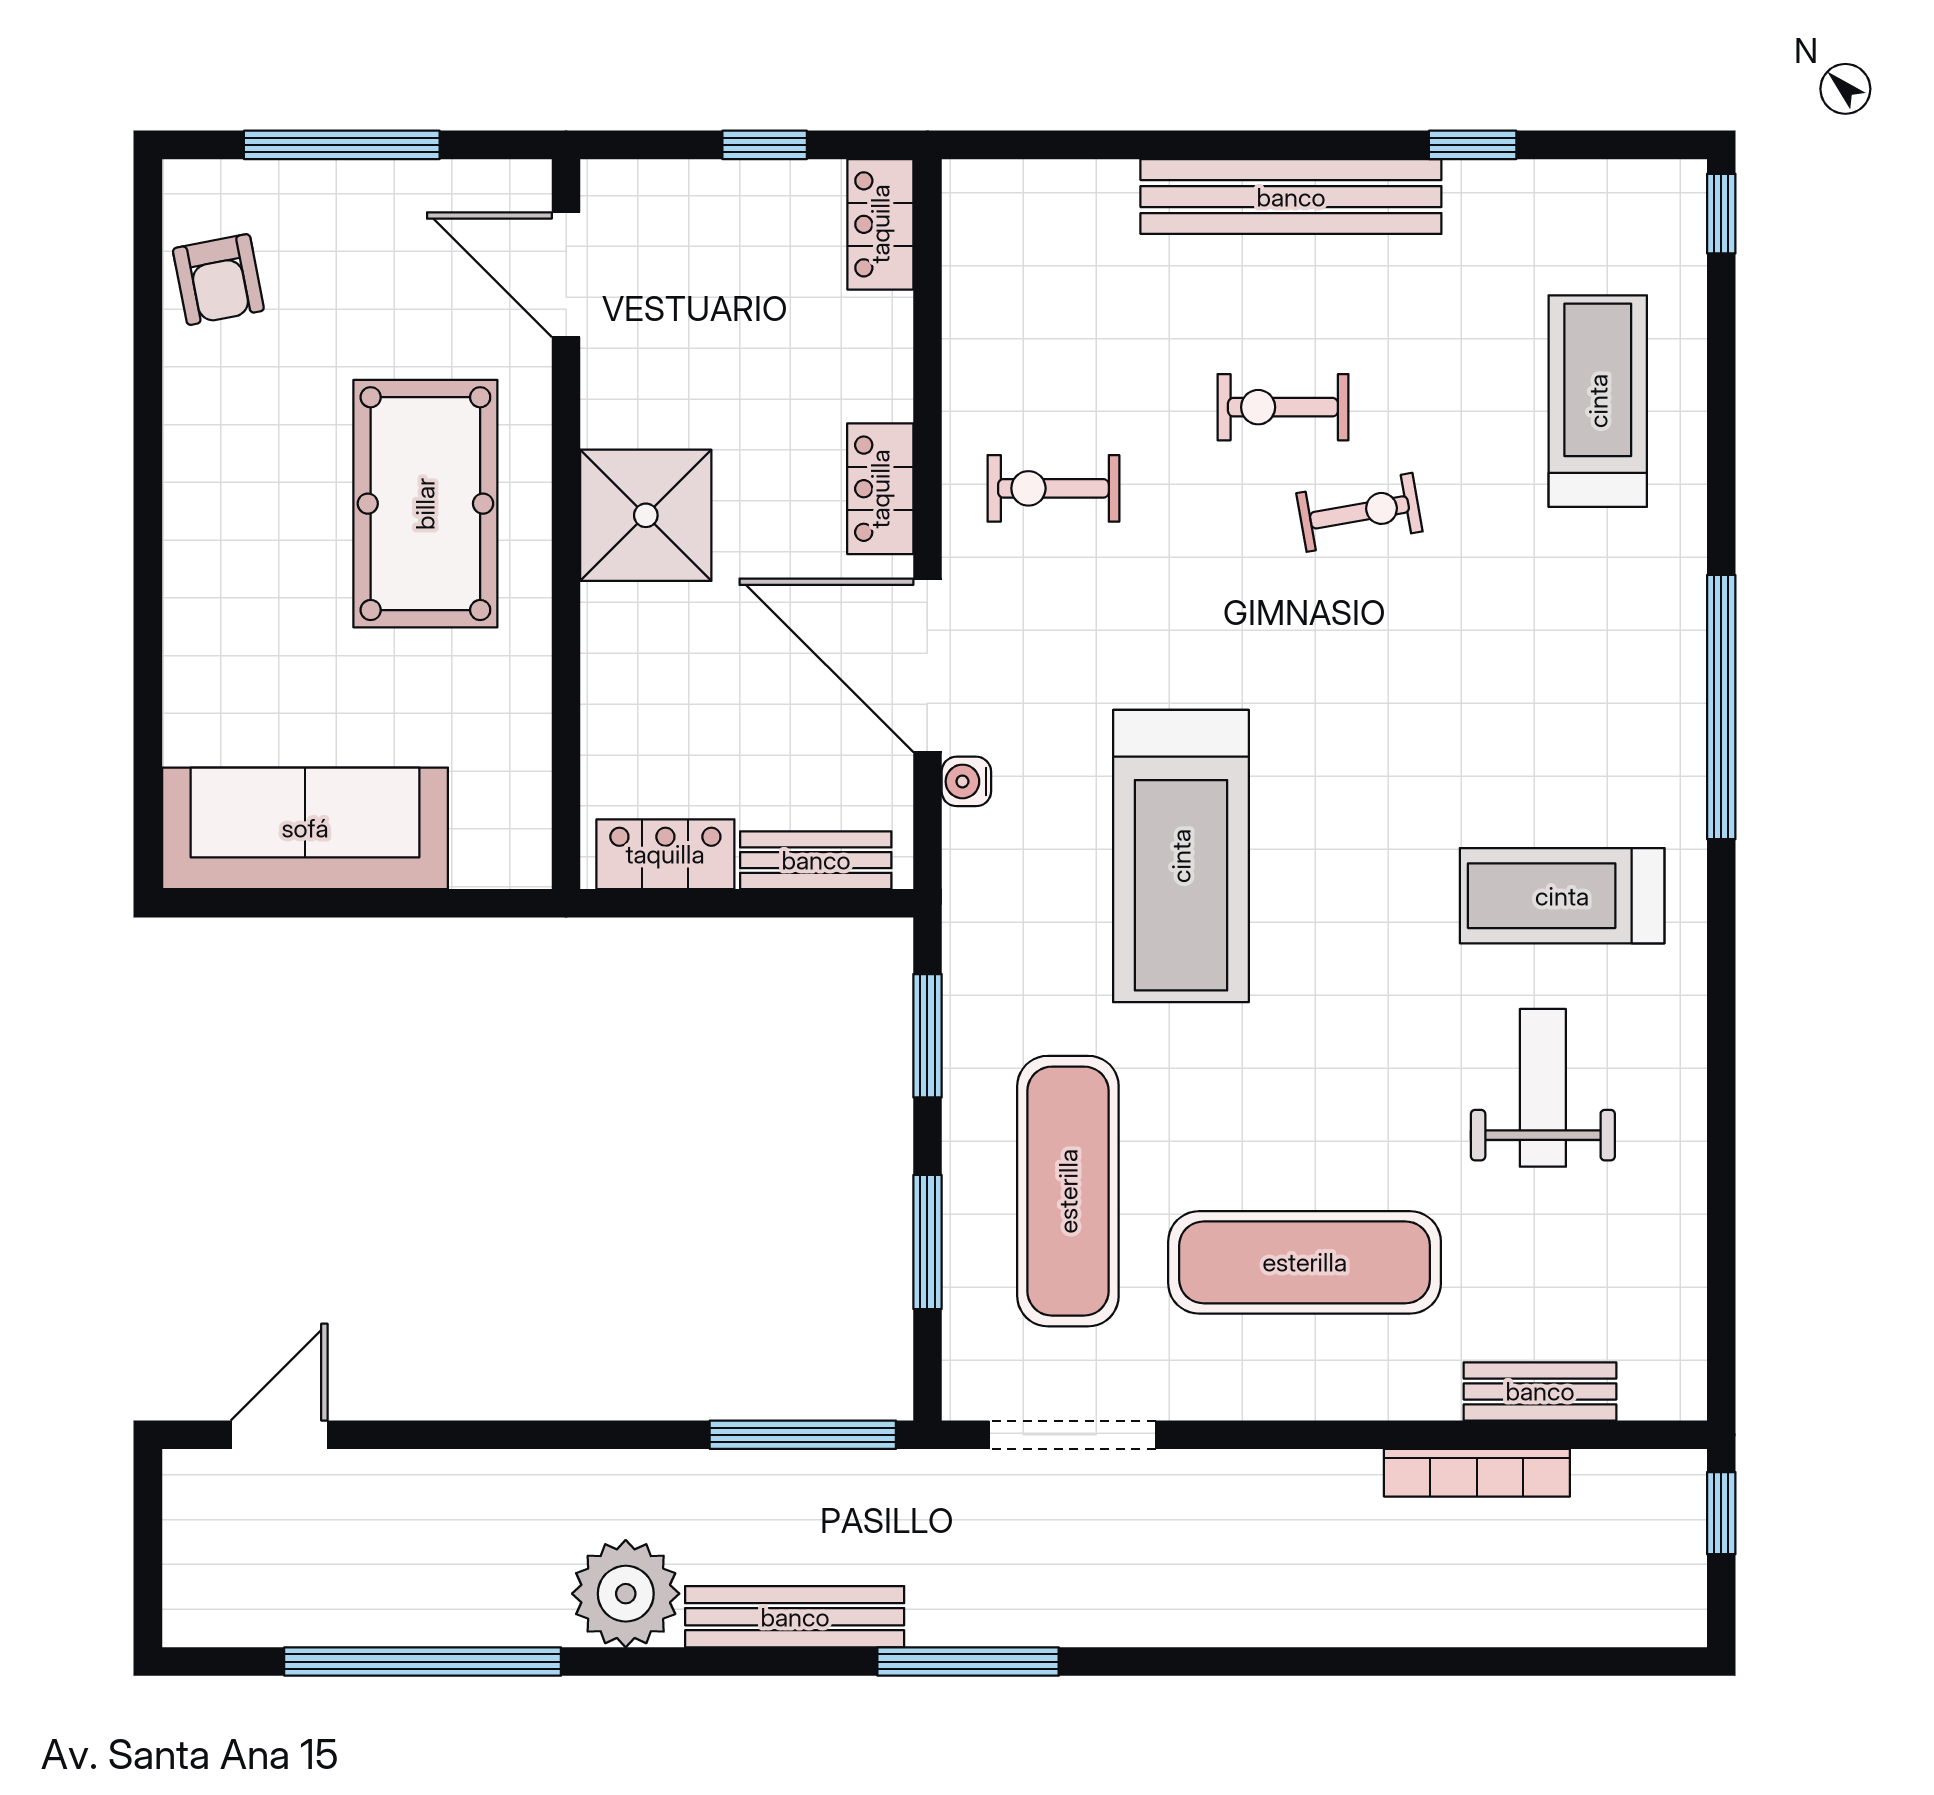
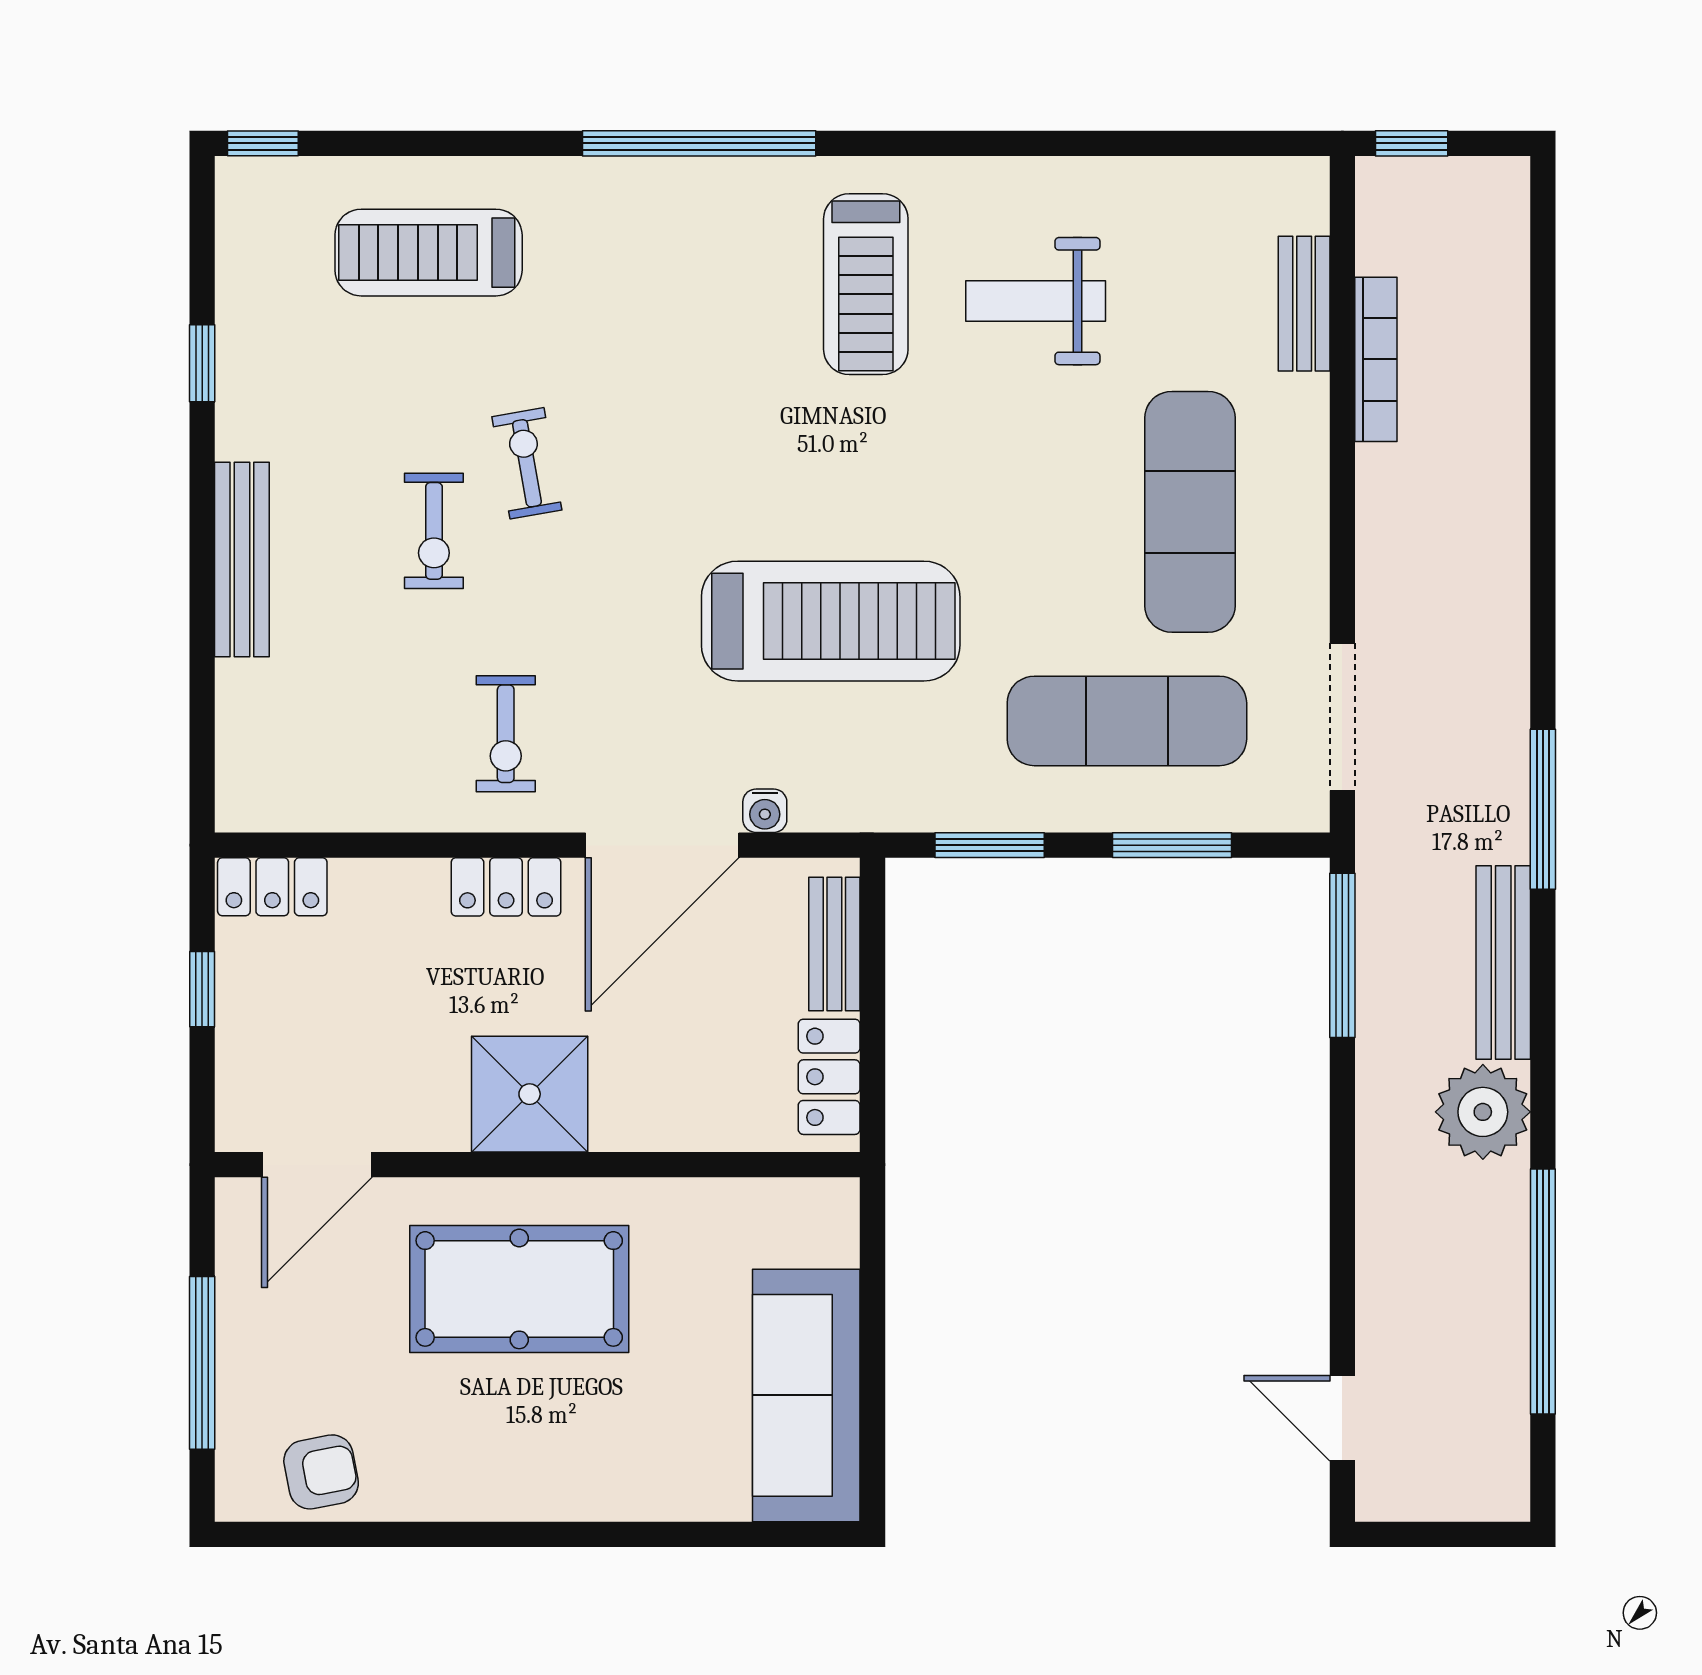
bench: (1291, 197) -> (242, 560), width x0.73, depth x0.82

